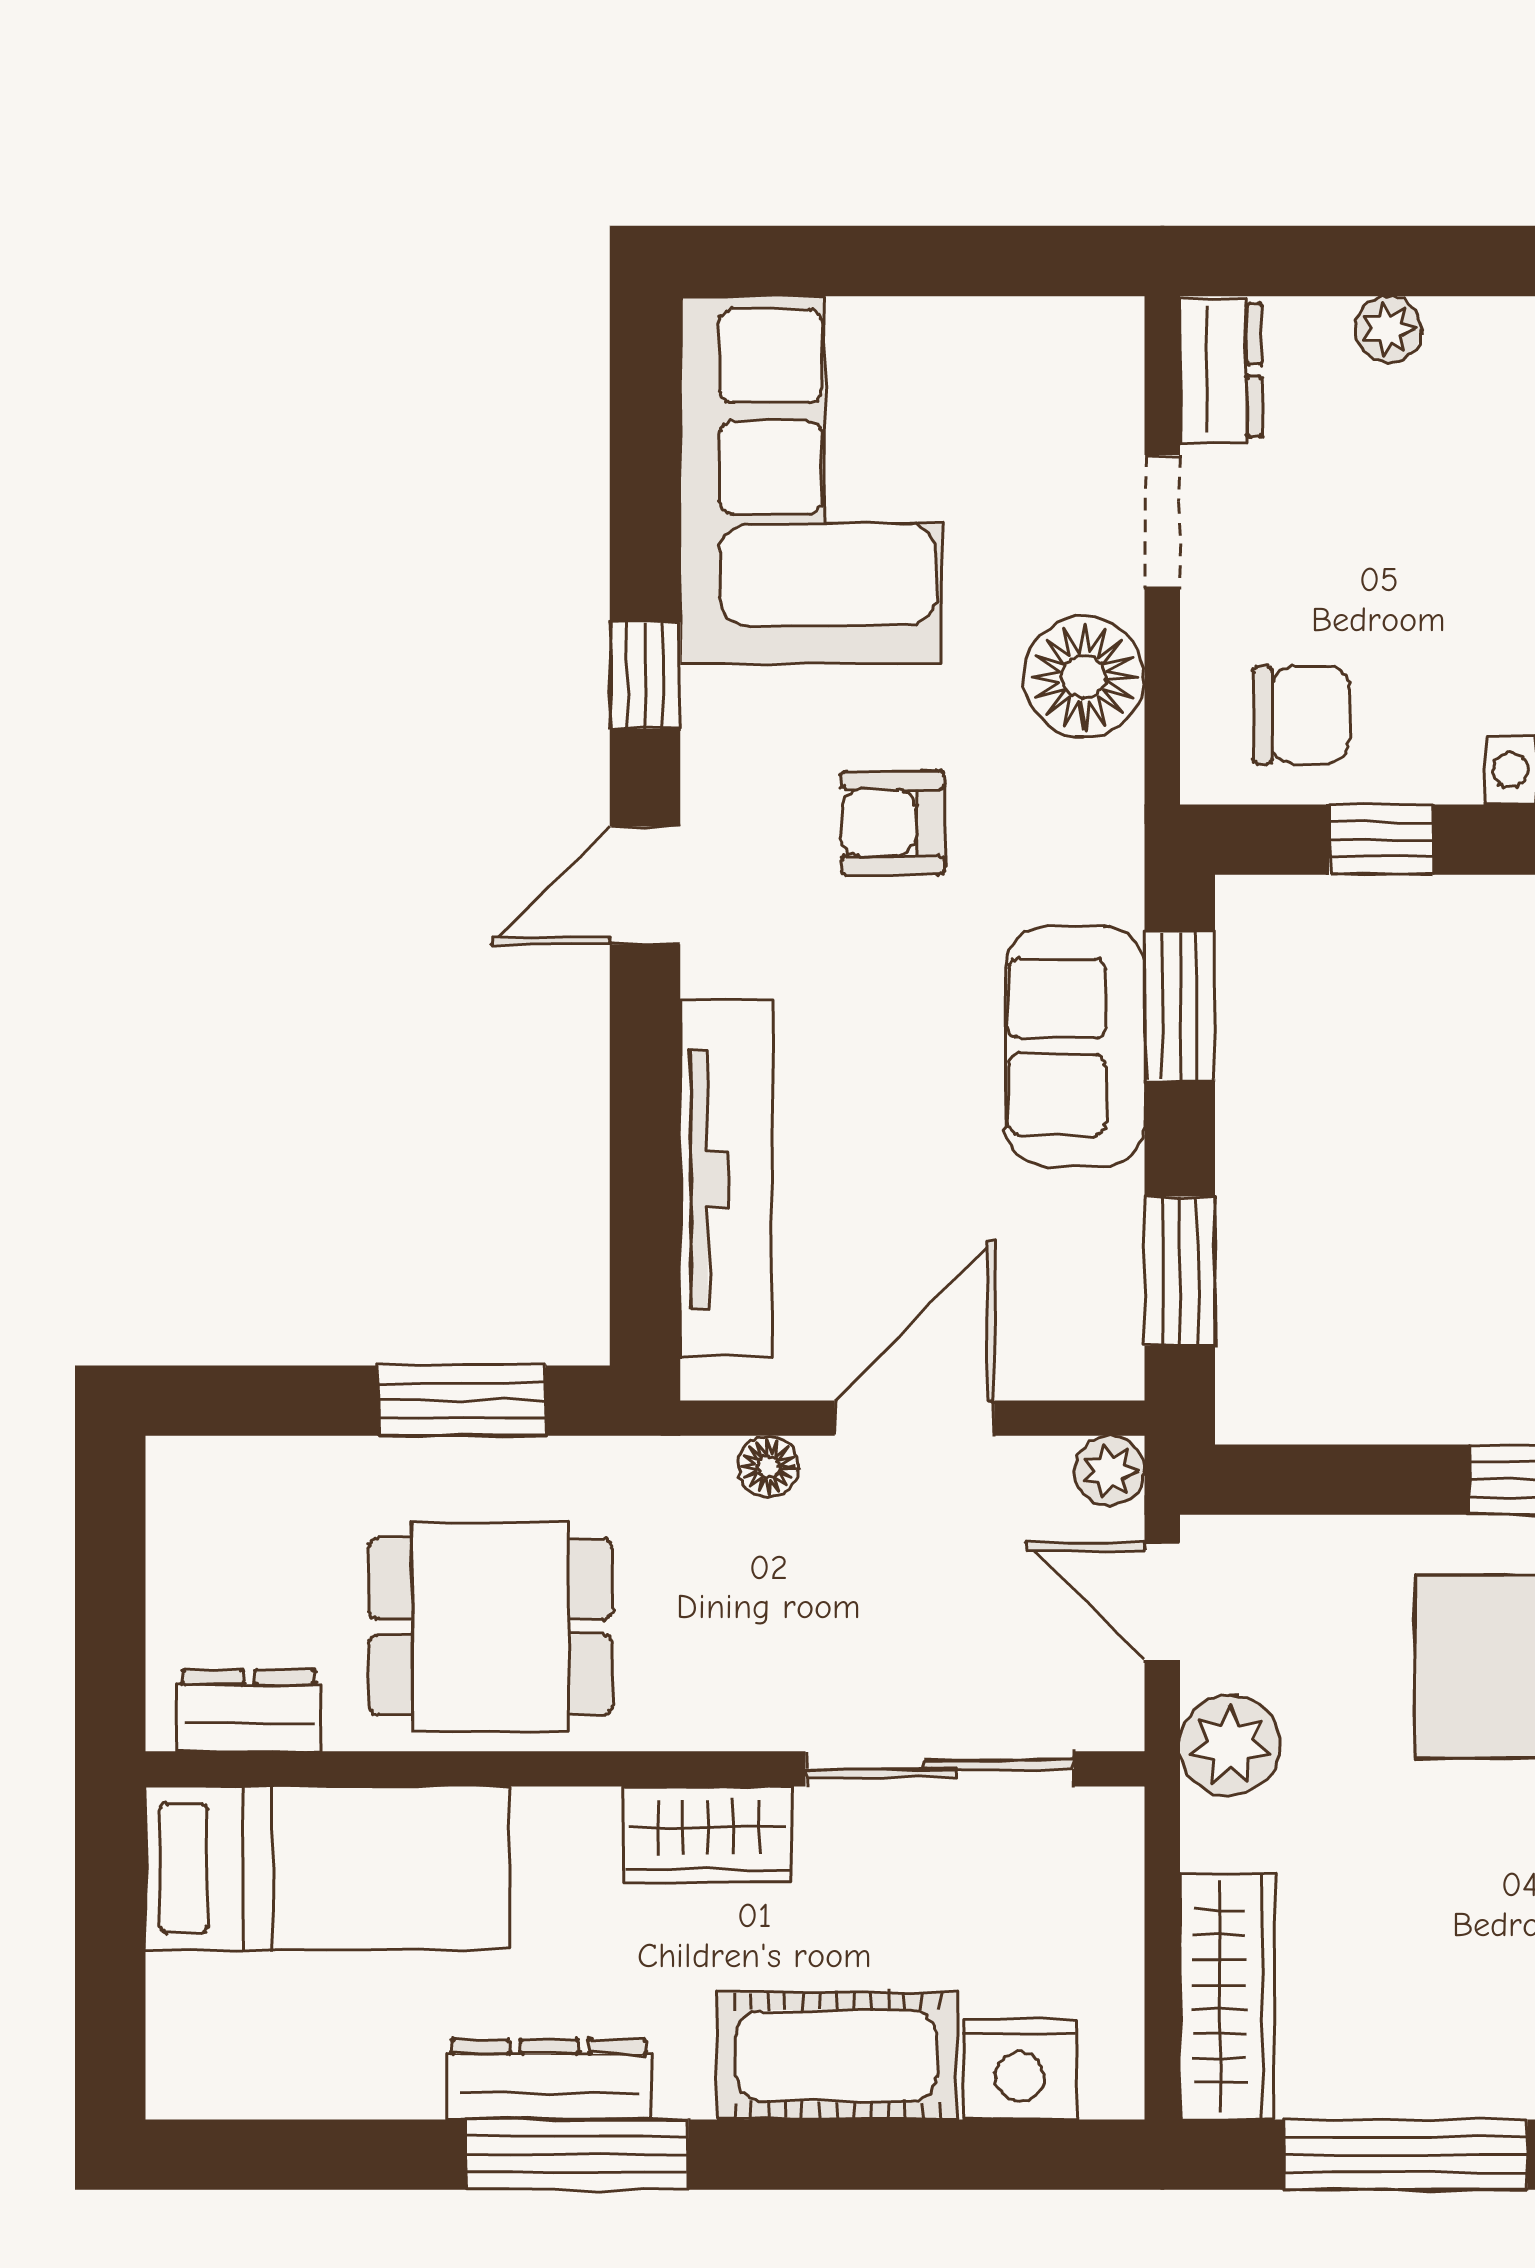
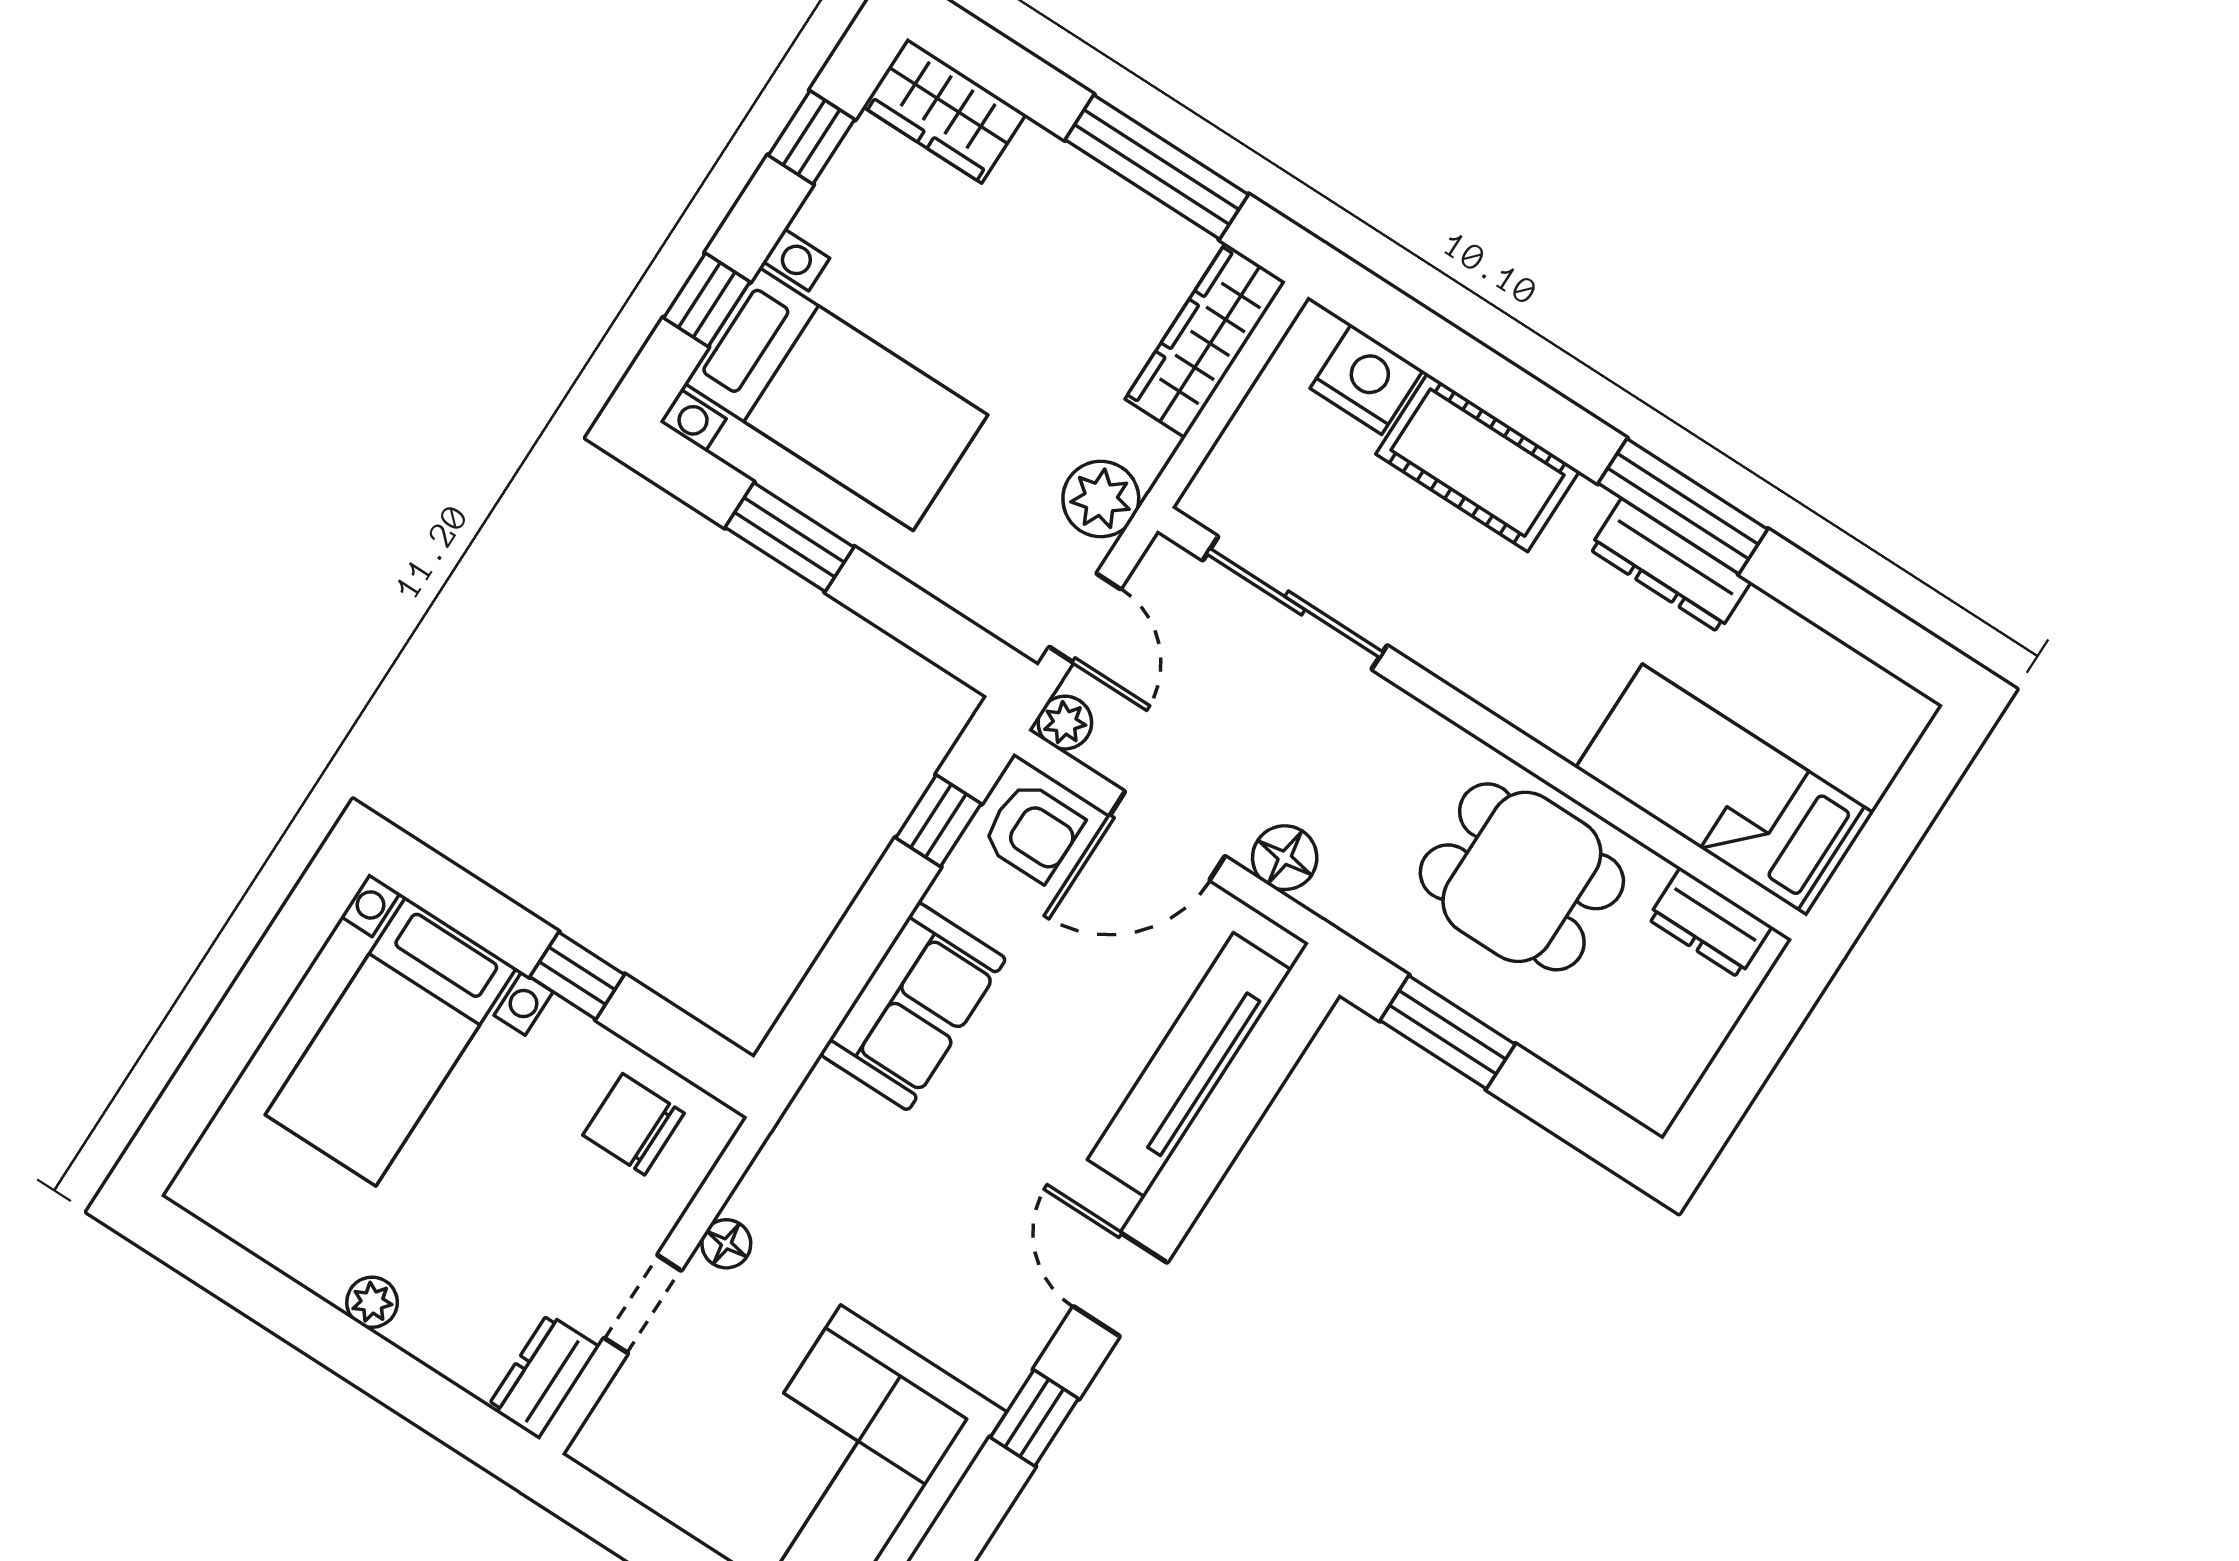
plant: (1388, 329) -> (372, 1302), moved
floor lamp: (1084, 677) -> (726, 1244), width x0.53, depth x0.53
armchair: (893, 823) -> (1033, 831), moved
window: (1381, 840) -> (577, 976), moved
door: (645, 885) -> (1120, 1285), swing flipped
window: (1180, 1006) -> (830, 989), removed
window: (1180, 1271) -> (938, 821), width x0.67
floor lamp: (768, 1467) -> (1285, 858), width x1.37, depth x1.37
wardrobe: (708, 1835) -> (1469, 656), removed

